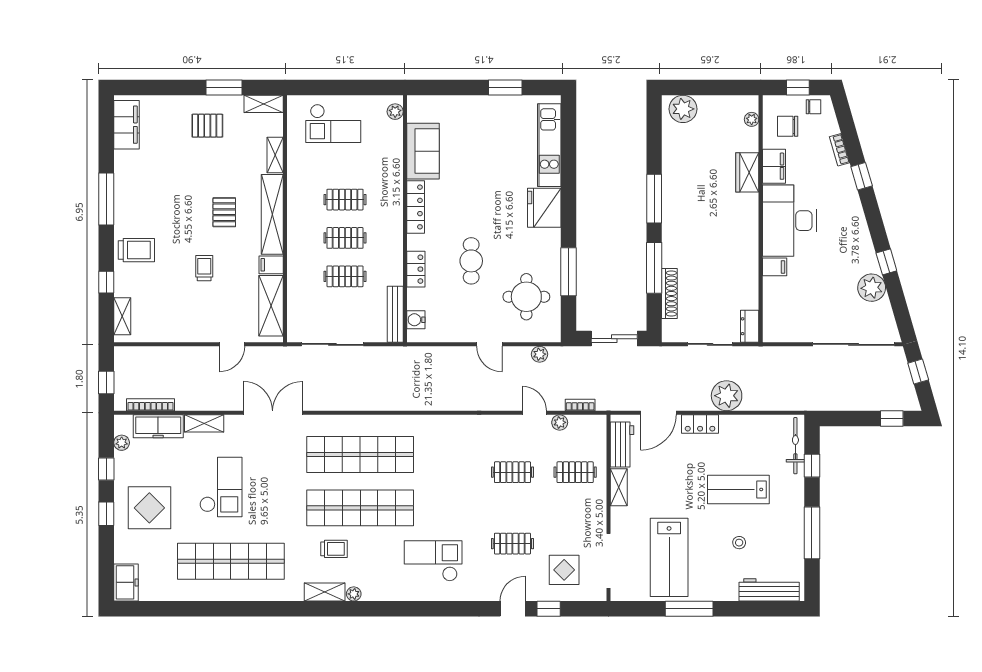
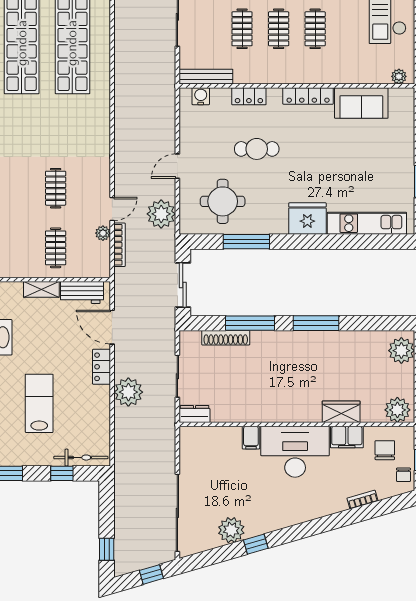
plant: (752, 119) -> (397, 410), width x1.87, depth x1.87
window: (862, 176) -> (337, 521), removed
plant: (540, 354) -> (161, 214), width x1.87, depth x1.87
bookcase: (580, 405) -> (120, 245), width x1.56

